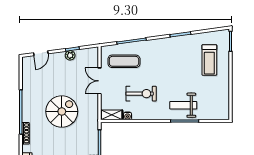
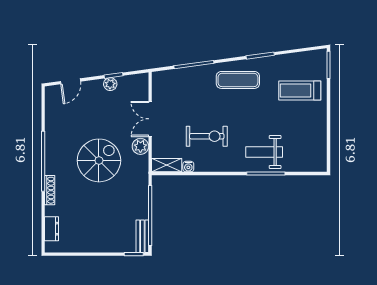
treadmill: (209, 60) -> (300, 90), turned 90
exercise mat: (124, 61) -> (238, 80), moved
plant: (92, 101) -> (140, 146), added

